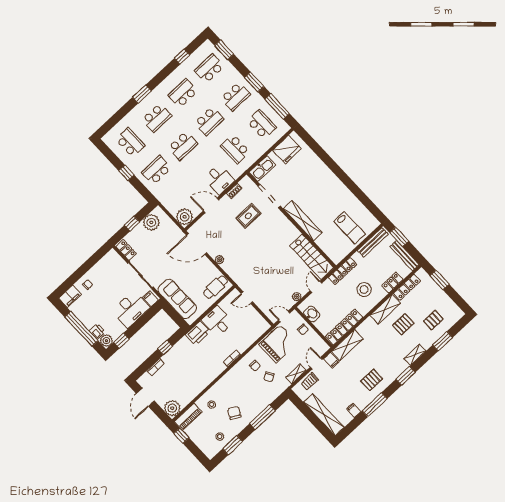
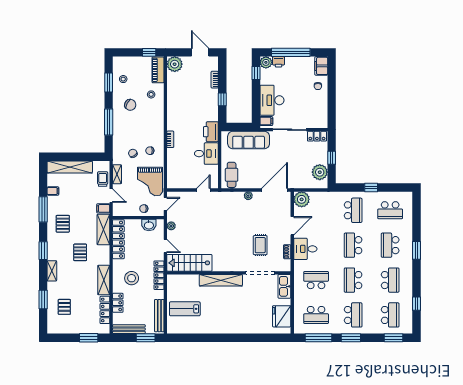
school desk: (235, 96) -> (353, 315), turned 180
pallet: (403, 324) -> (80, 252), moved

